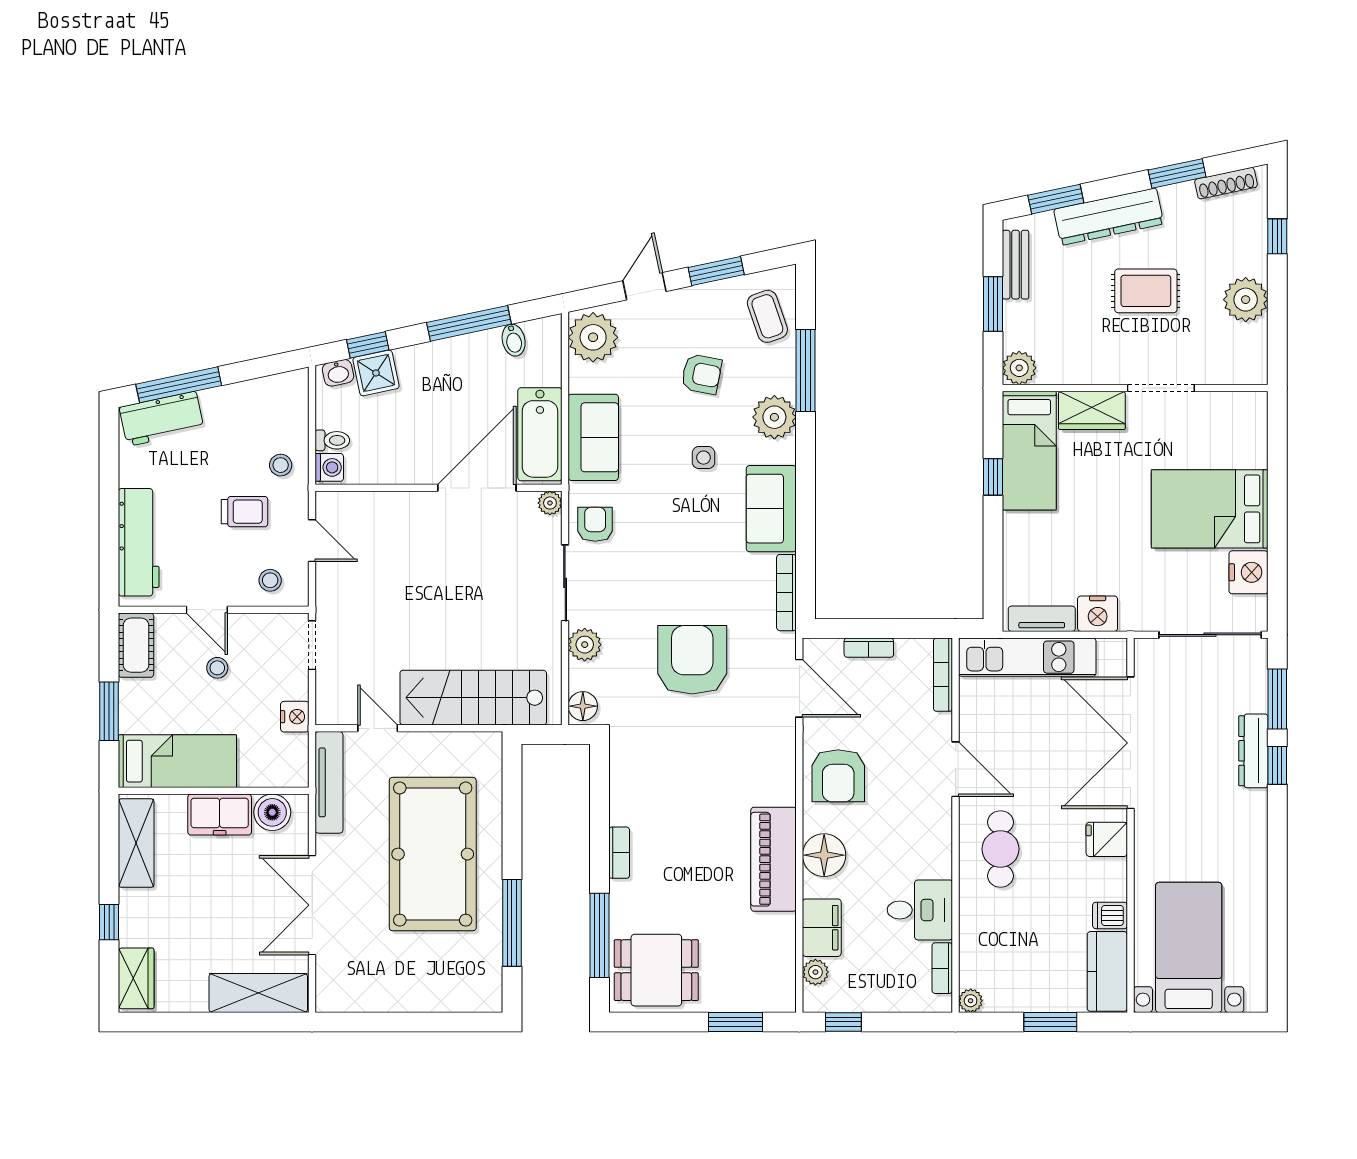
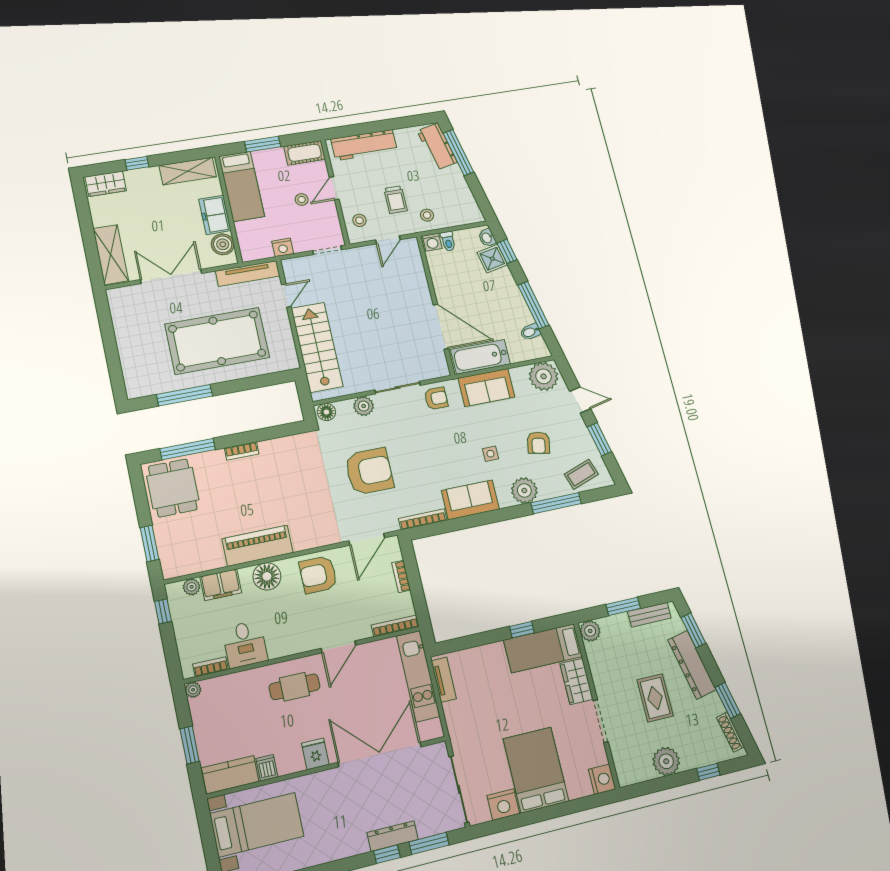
plant: (550, 503) -> (442, 370), removed
nightstand: (1098, 614) -> (602, 779), moved, turned 180

